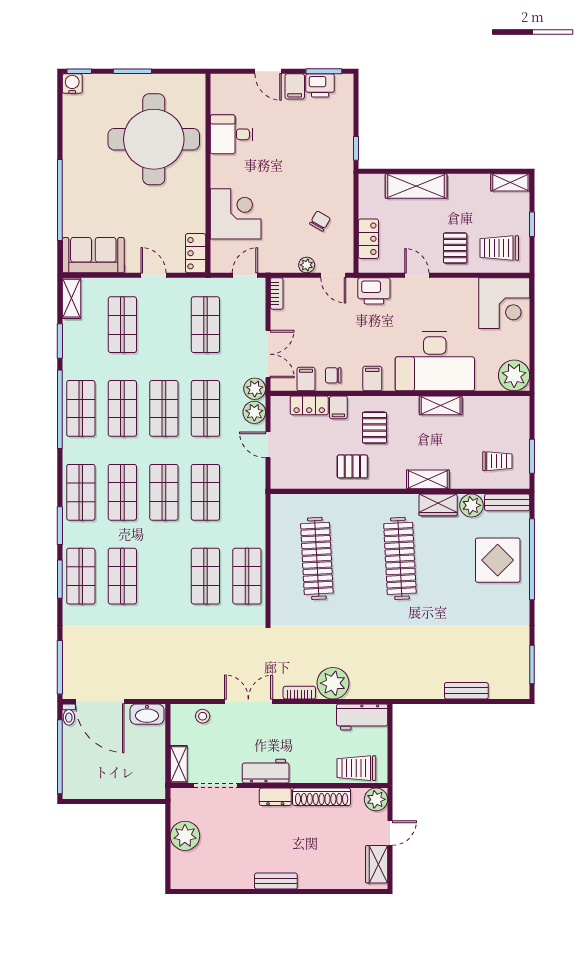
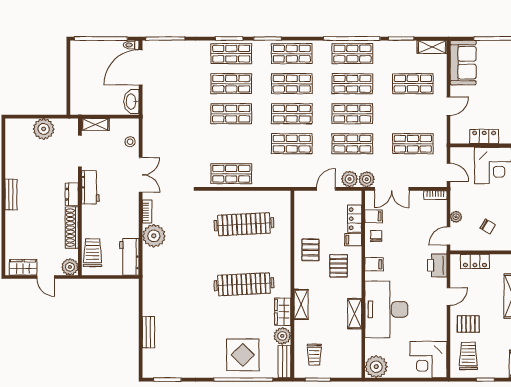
locker: (196, 253) -> (484, 137), moved
pallet: (374, 428) -> (339, 266), turned 90
shop shelf: (205, 576) -> (231, 114), moved

